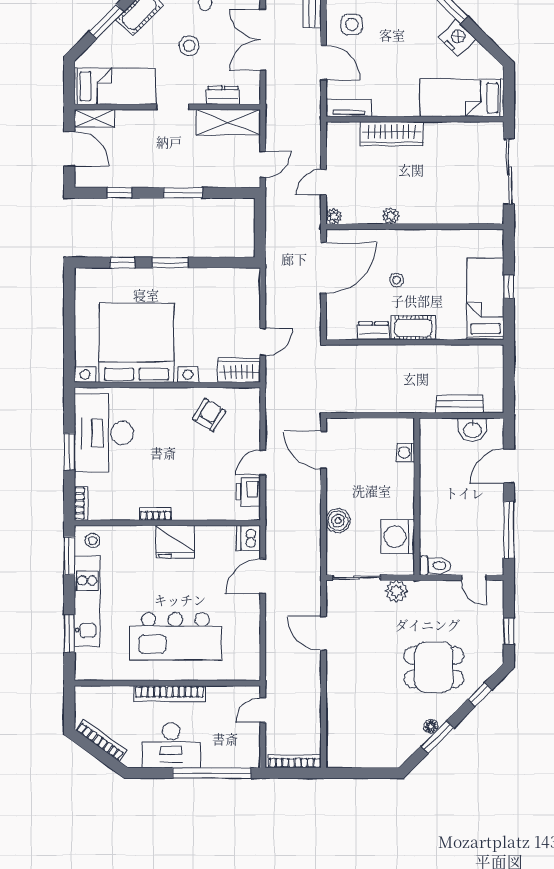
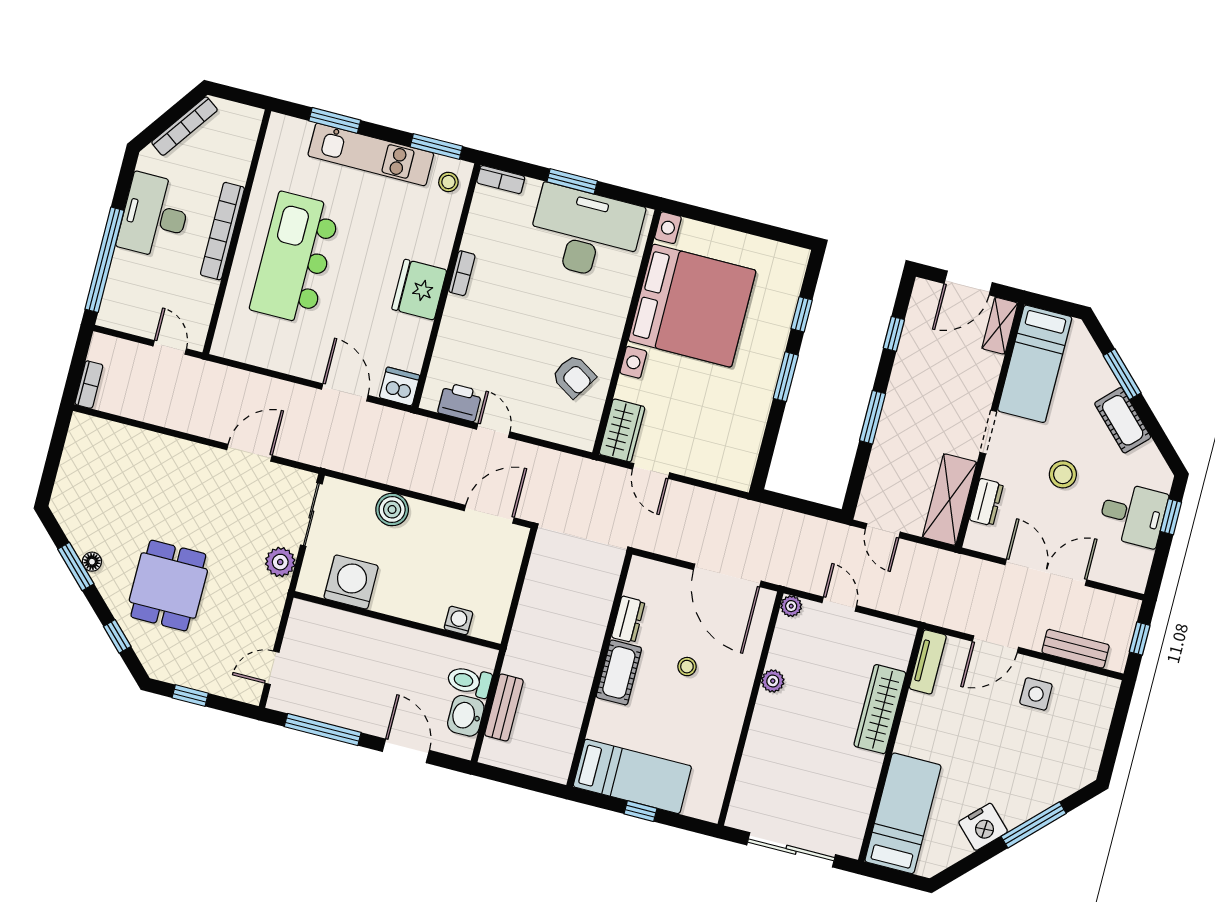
toilet: (435, 566) -> (469, 681), moved, turned 90
bookcase: (295, 761) -> (89, 385), width x0.64

